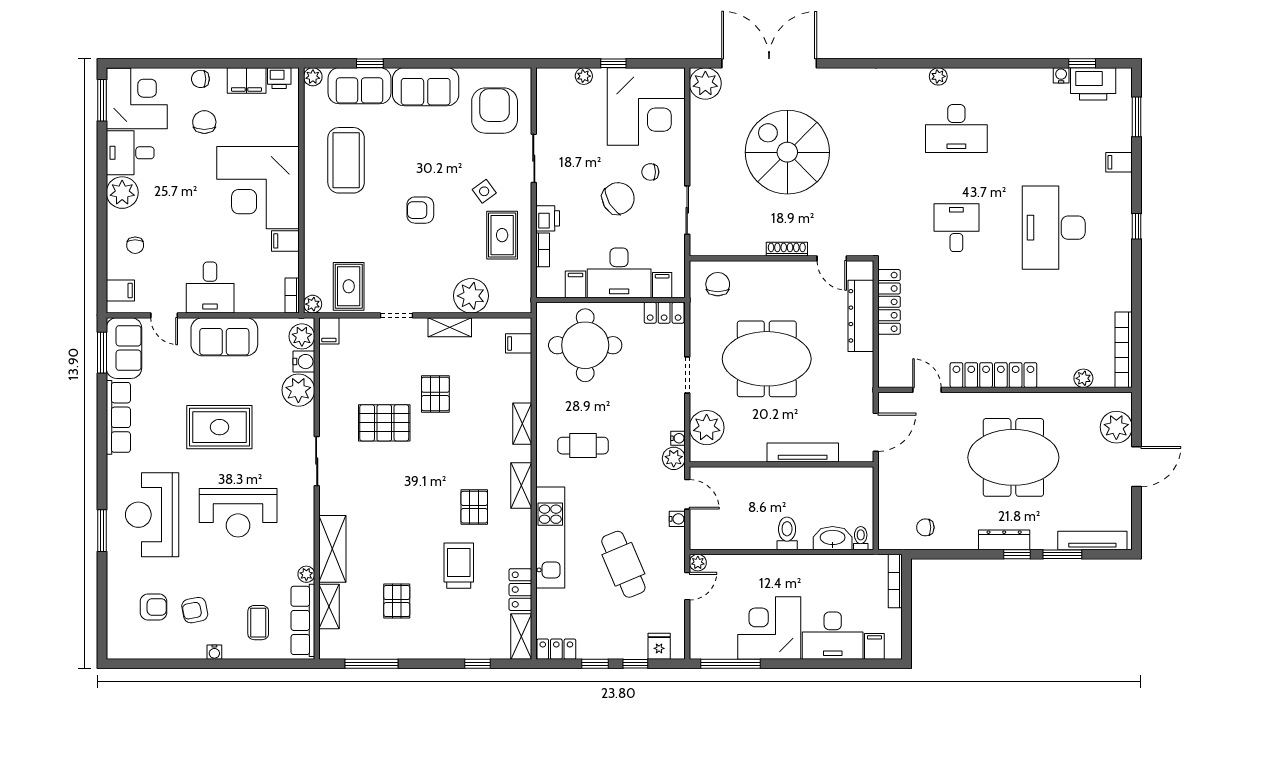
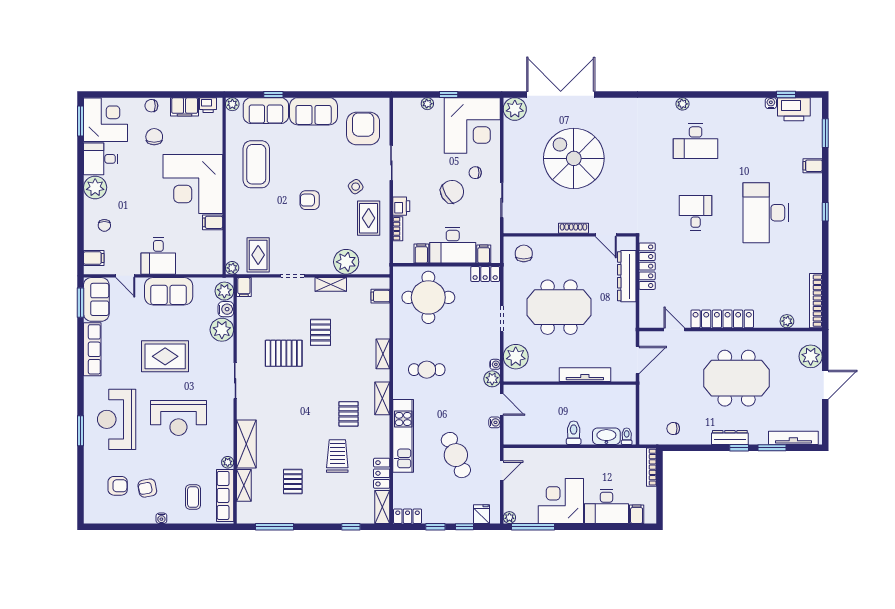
bookcase: (292, 295) -> (217, 262), removed
plant: (698, 563) -> (509, 518), moved

